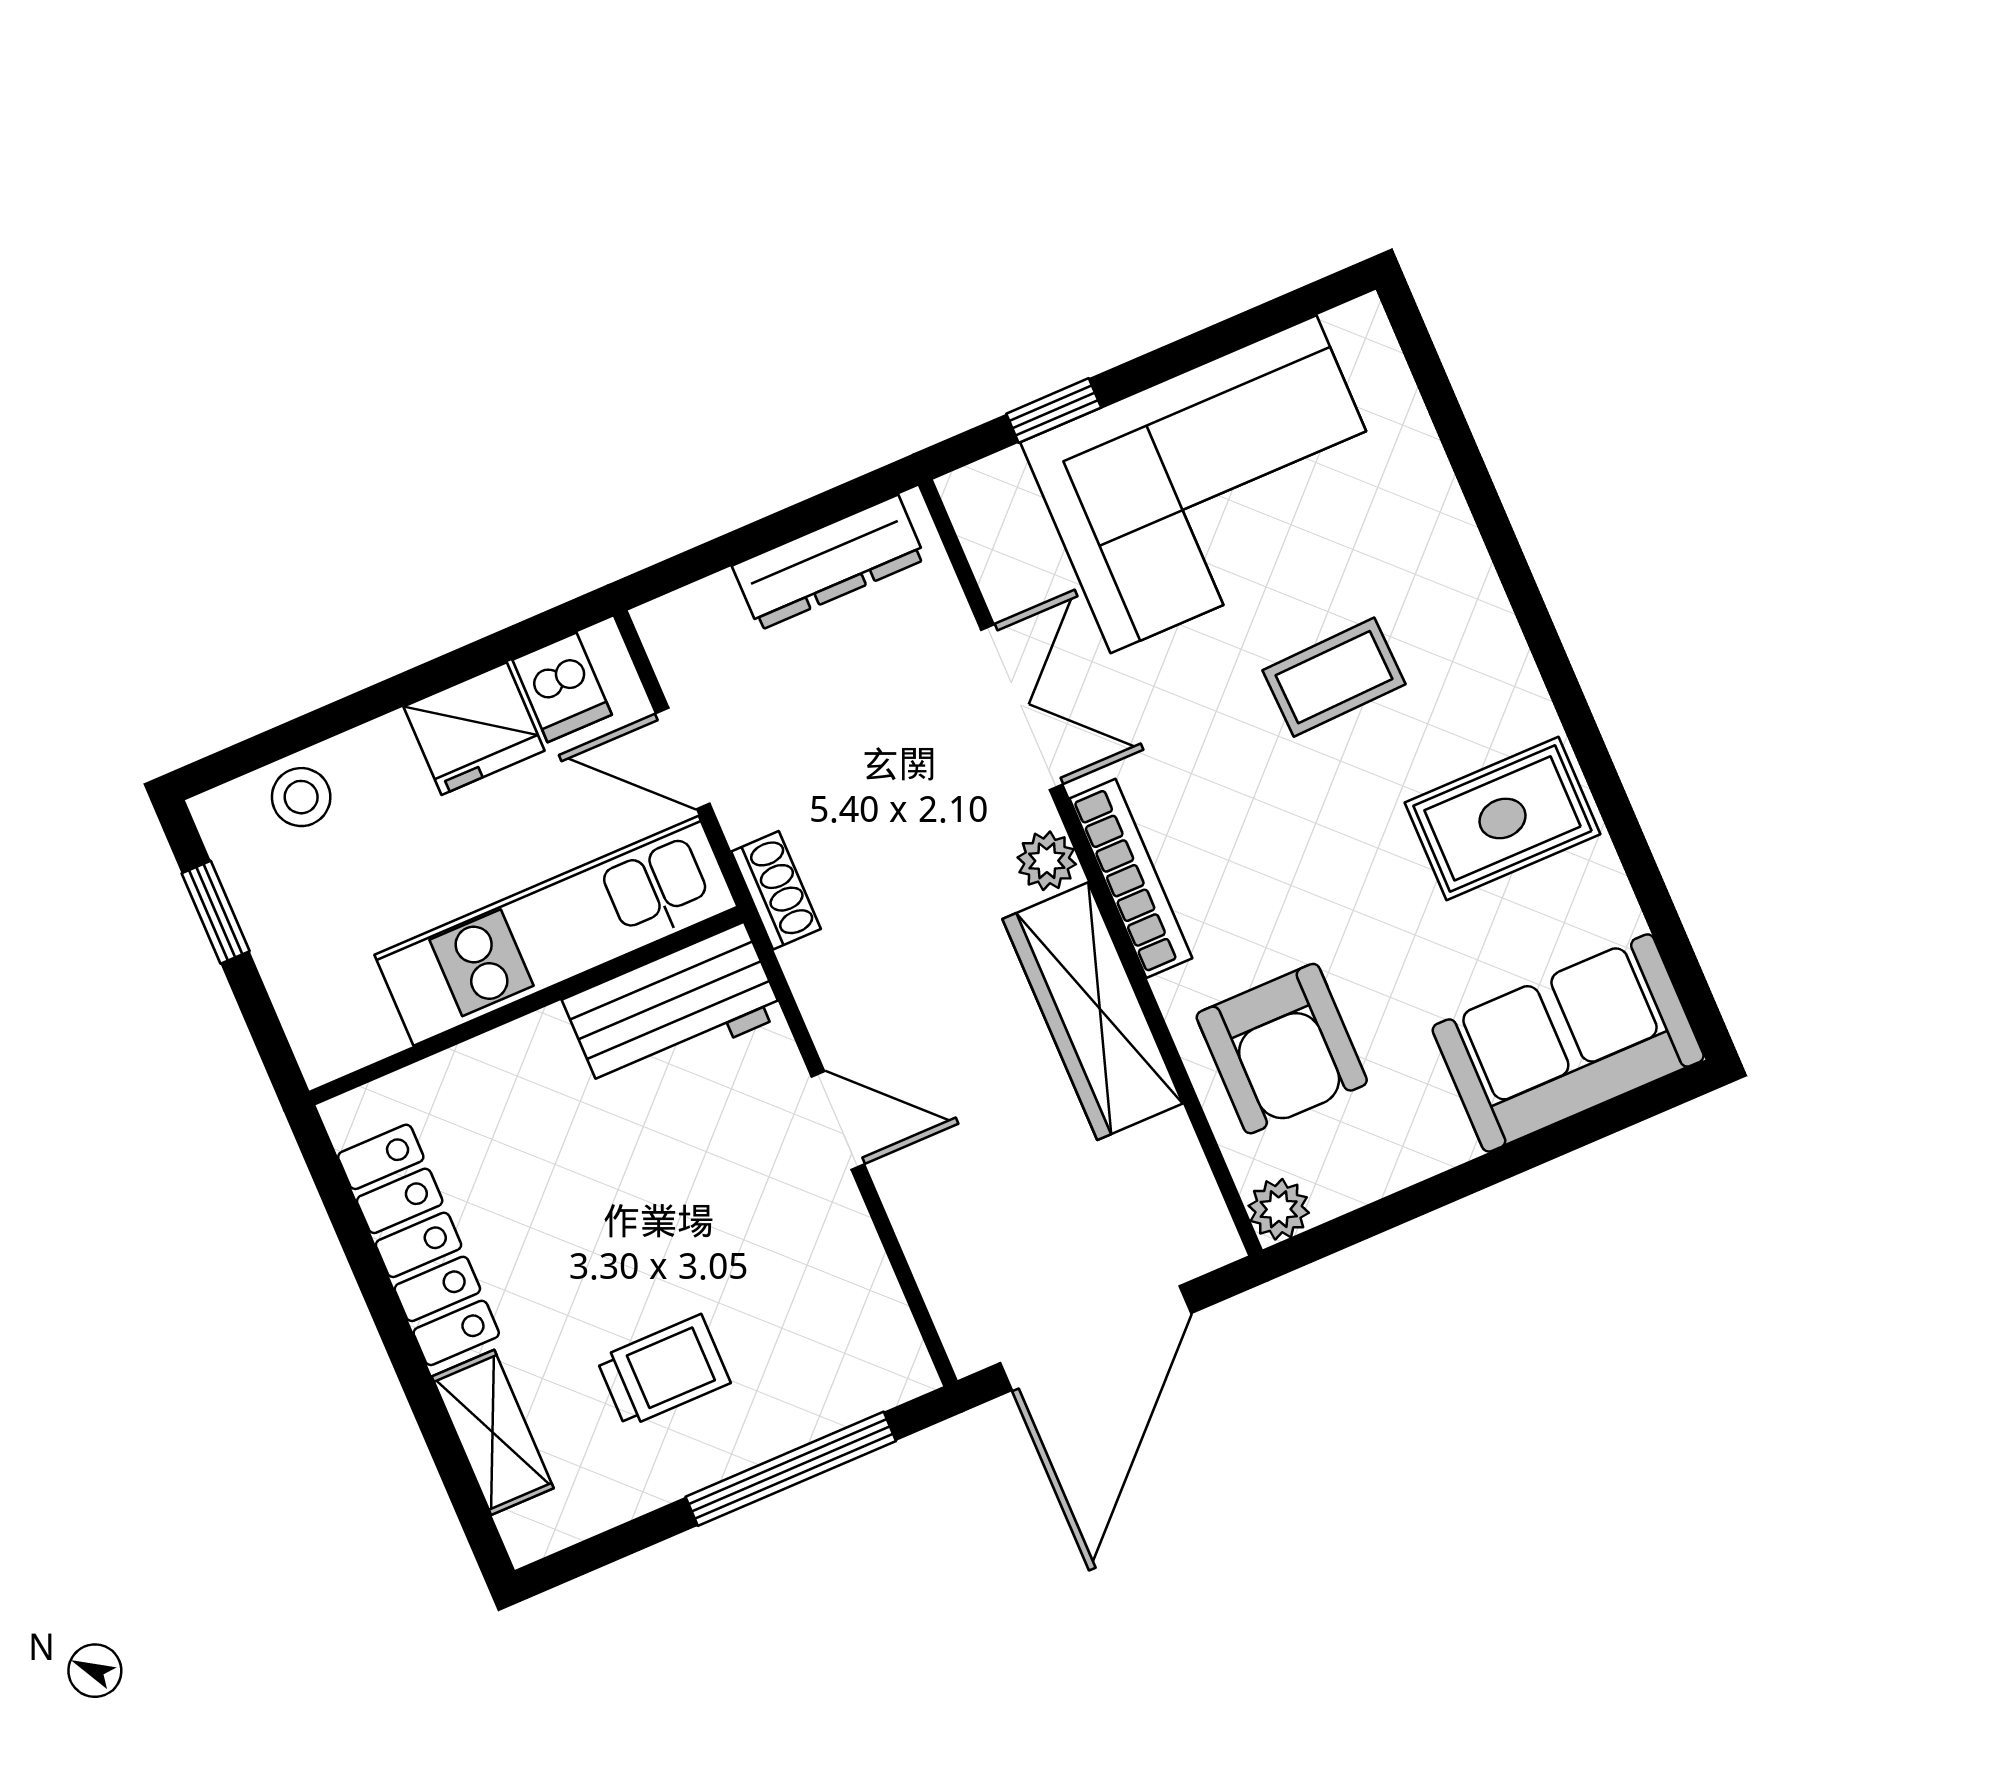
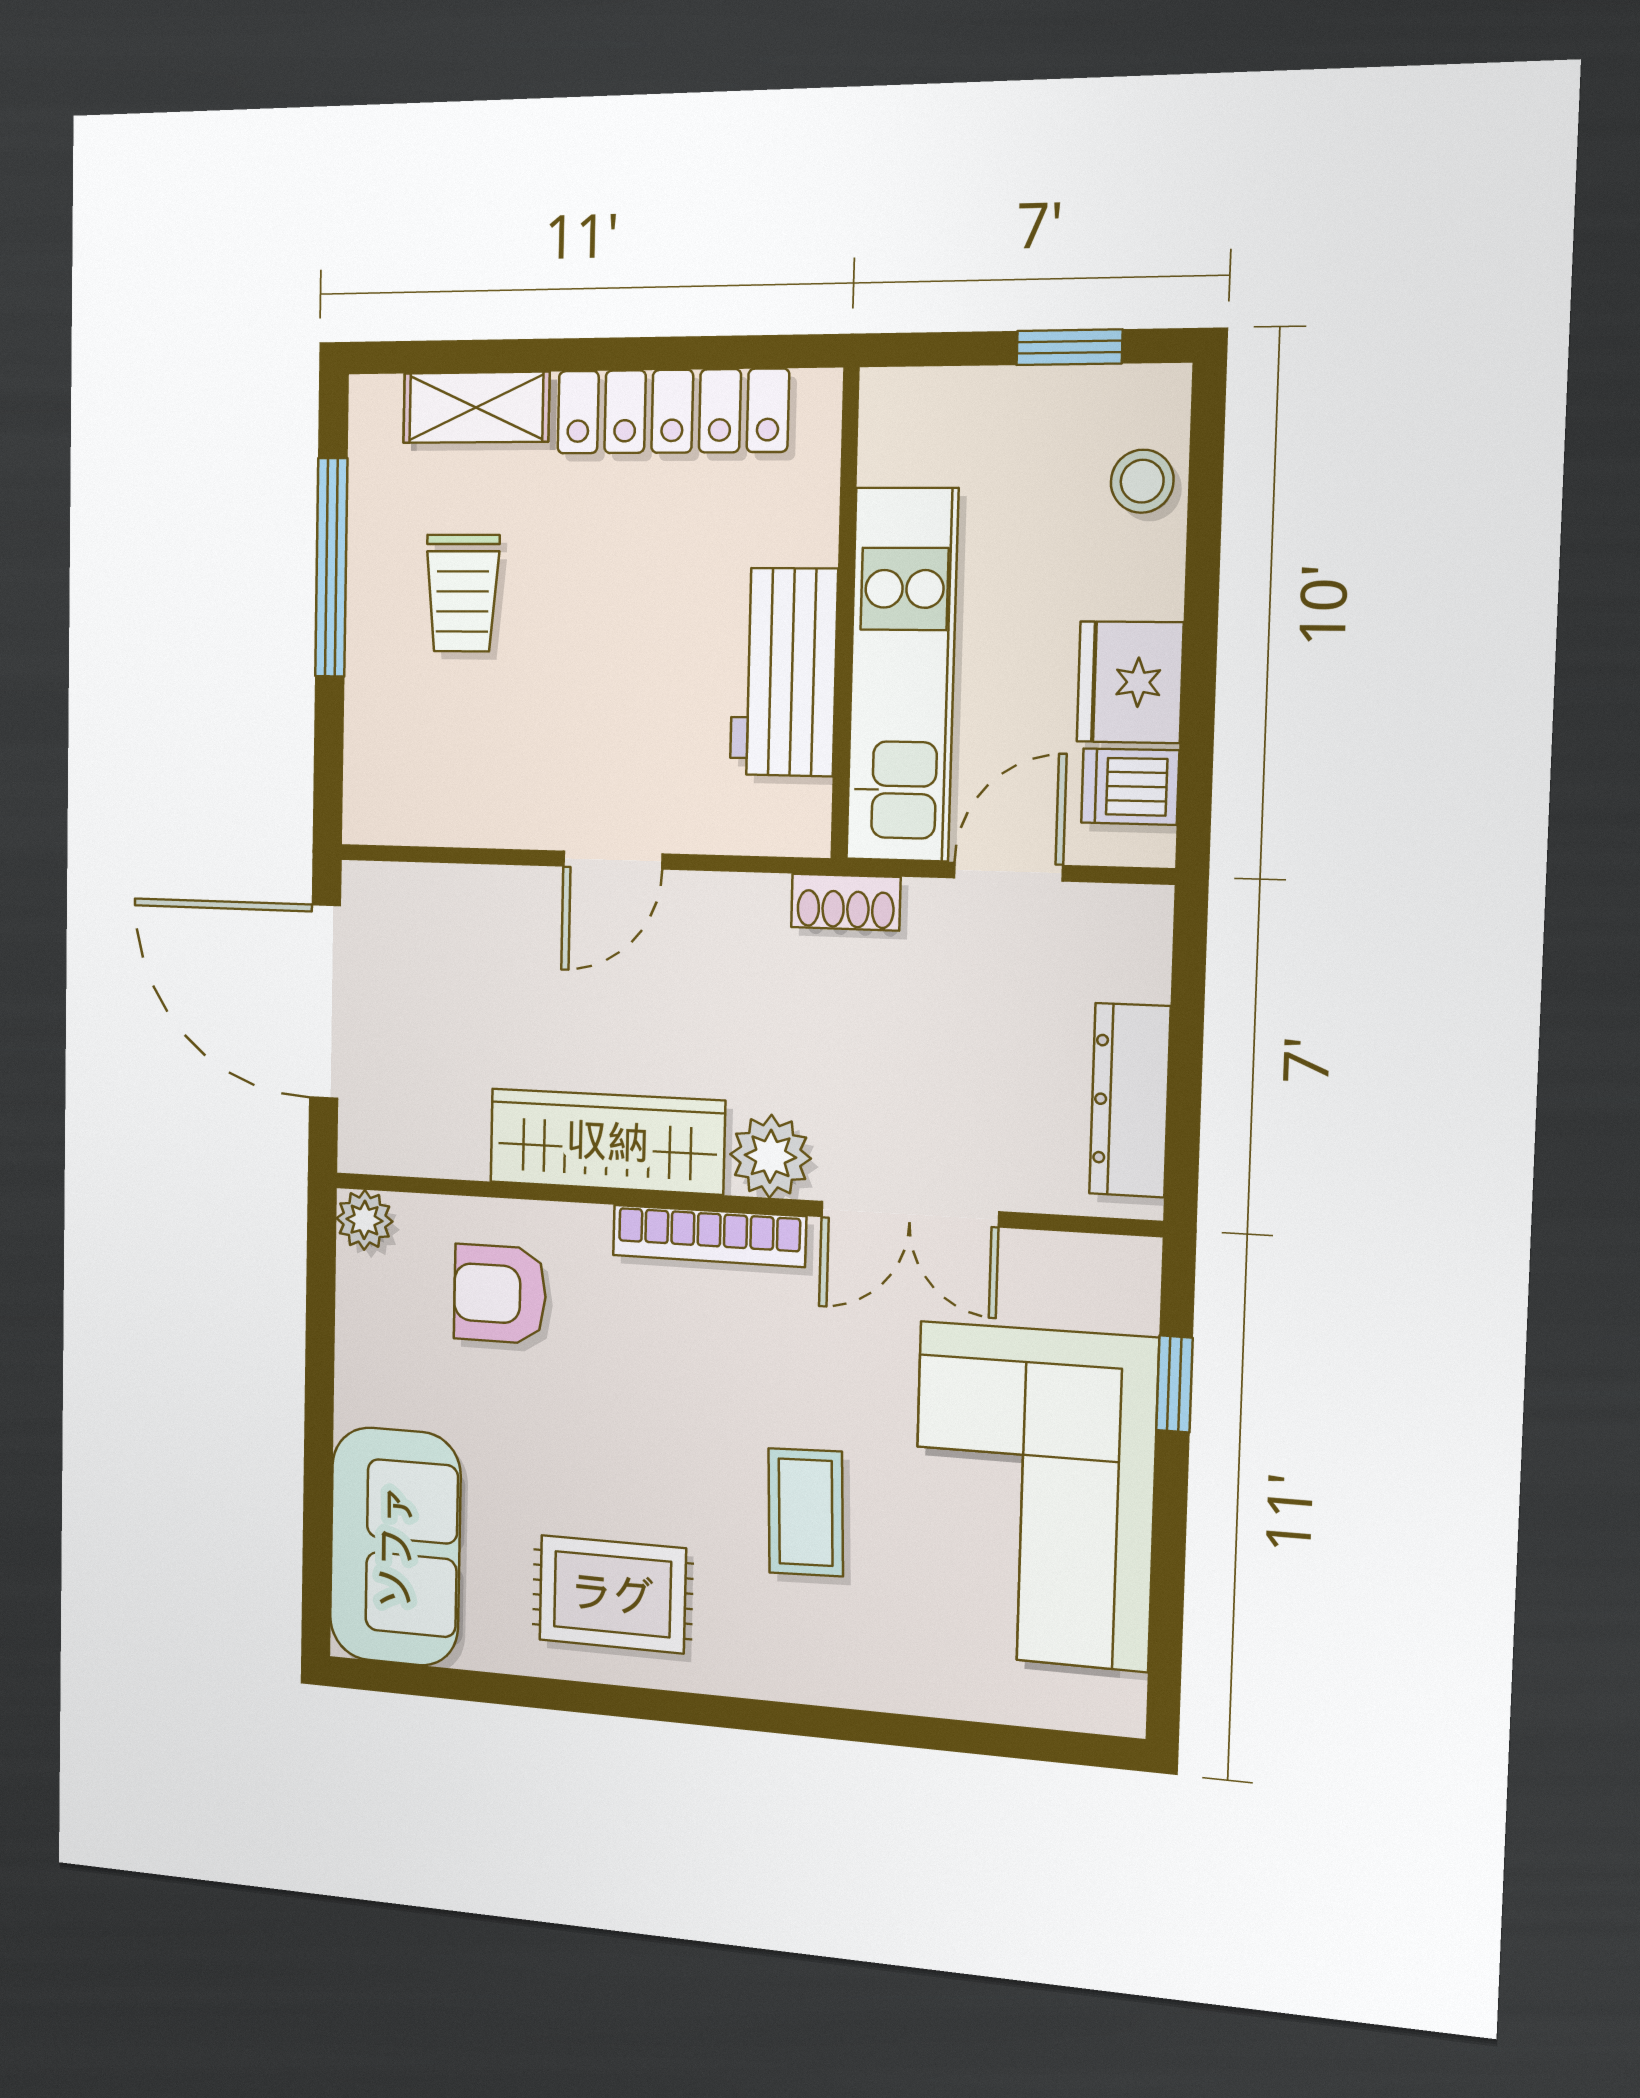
rug: (1502, 818) -> (612, 1594), turned 90
plant: (1047, 861) -> (771, 1156), width x1.38, depth x1.38
workbench: (673, 1008) -> (784, 672), moved
armchair: (1282, 1049) -> (500, 1294), width x0.72, depth x0.72
window: (791, 1469) -> (331, 567), moved

